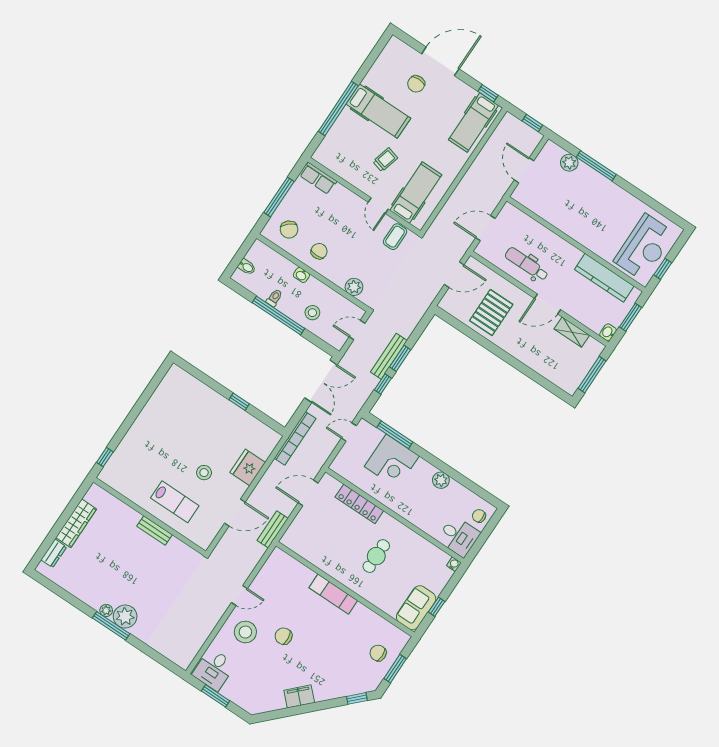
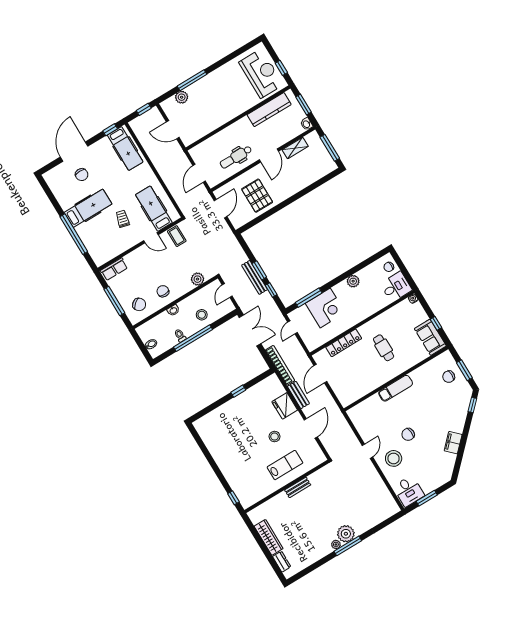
bench: (273, 529) -> (298, 395), moved

